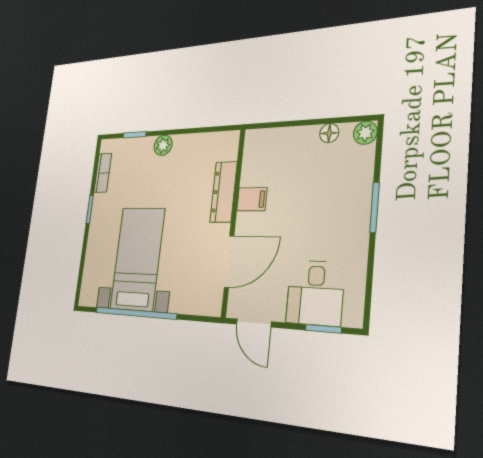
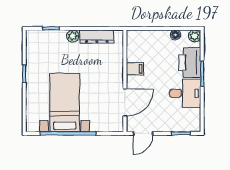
bookcase: (103, 173) -> (31, 51), removed
printer: (352, 185) -> (190, 63), added
dresser: (224, 192) -> (97, 36), moved, turned -90
desk: (315, 293) -> (185, 93), moved, turned -90
door: (254, 323) -> (143, 133), hinge flipped

